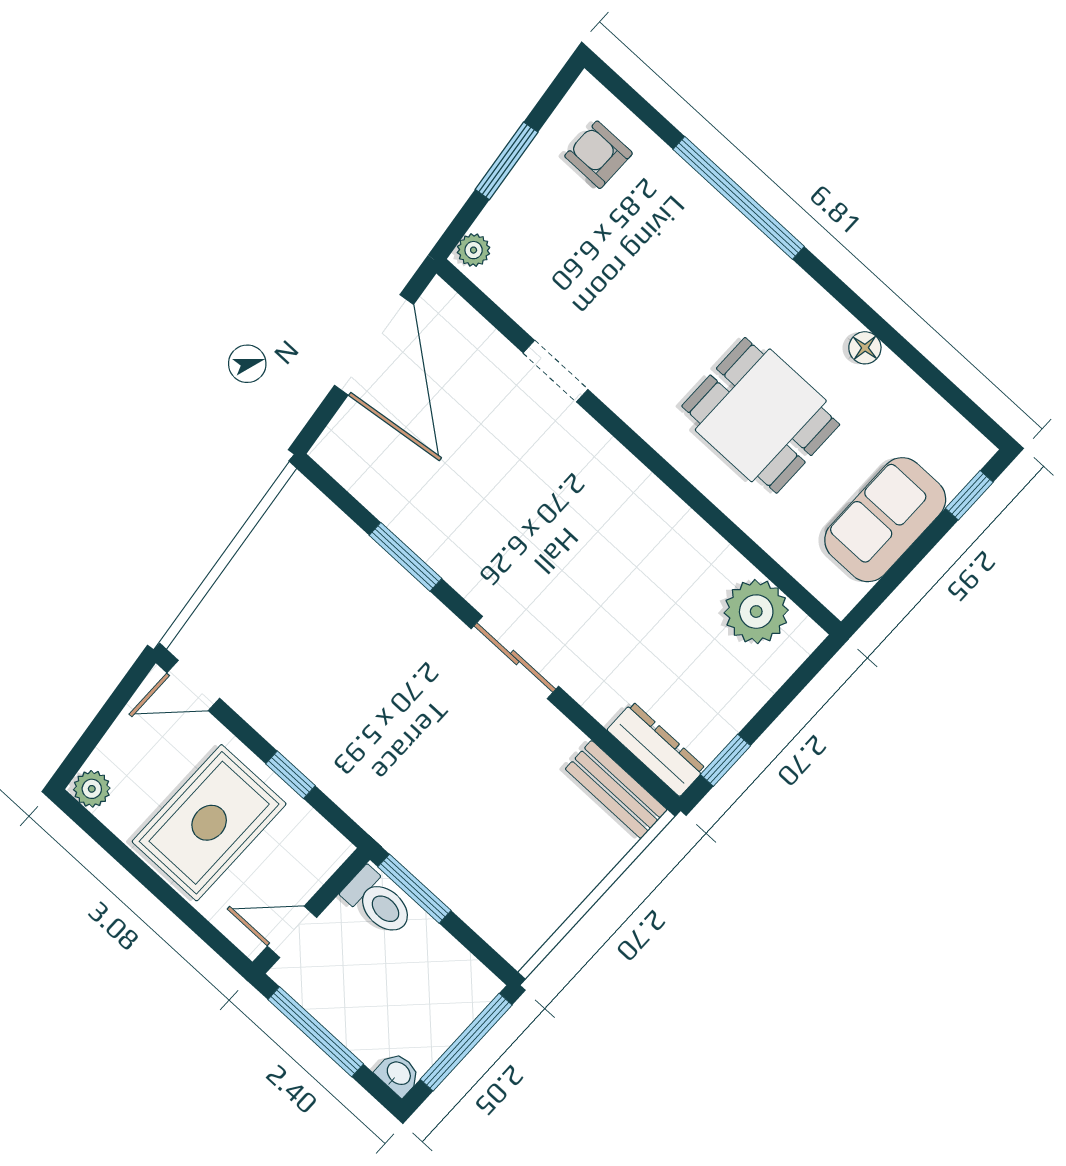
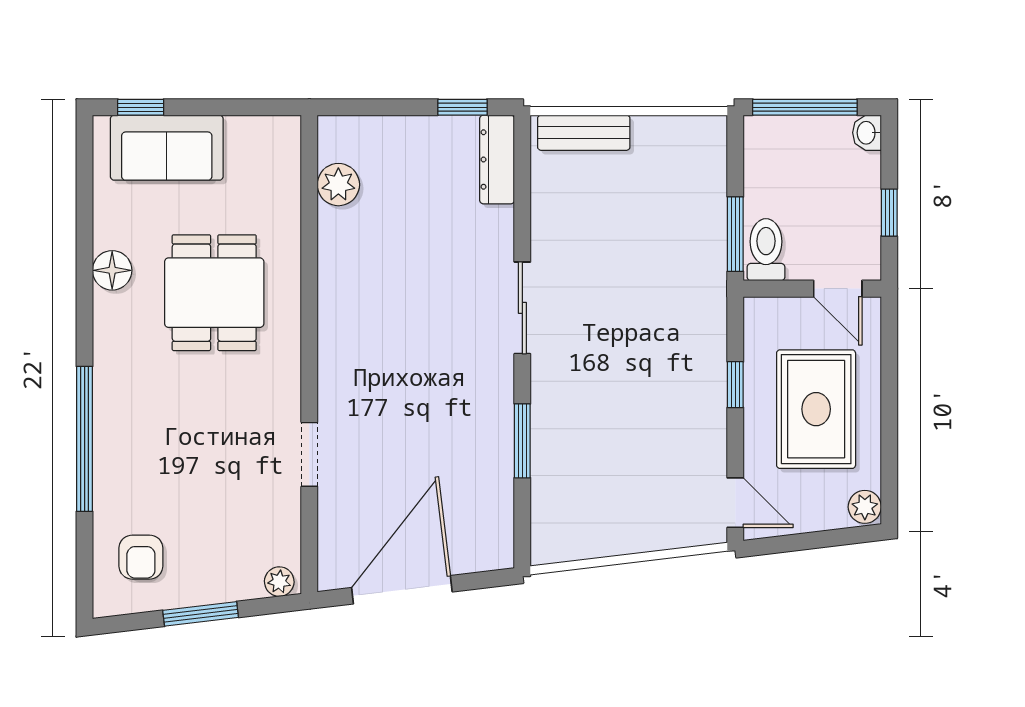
floor lamp: (865, 348) -> (112, 270), width x1.37, depth x1.37
sofa: (885, 520) -> (167, 148), moved
plant: (756, 612) -> (338, 185), width x0.73, depth x0.73
bench: (616, 790) -> (584, 133), moved, turned 90
rug: (209, 823) -> (816, 409), turned 90
window: (316, 1032) -> (889, 213), width x0.46

